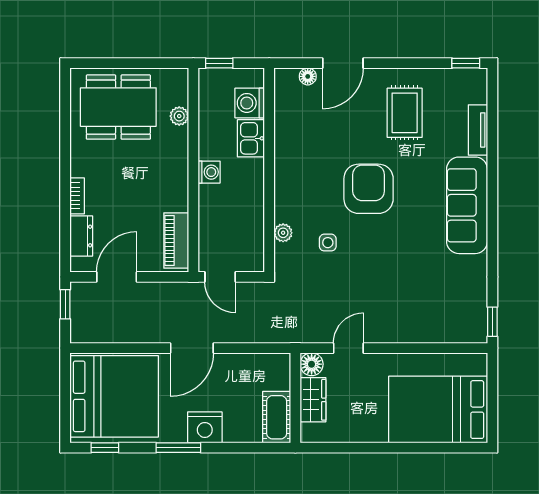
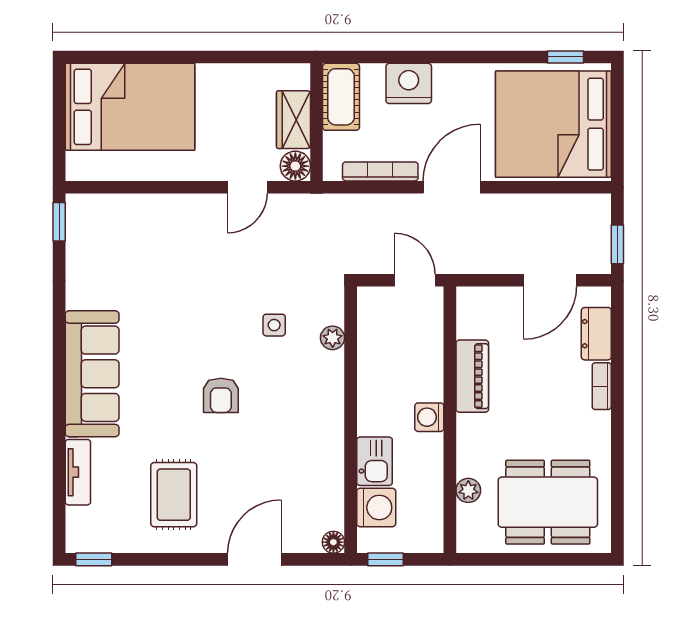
window: (219, 63) -> (386, 559), moved
floor lamp: (308, 76) -> (333, 542), moved
armchair: (369, 189) -> (221, 395), width x0.53, depth x0.53
piano: (176, 241) -> (472, 376), moved
bookcase: (247, 360) -> (380, 171), added
nightstand: (205, 427) -> (409, 83), moved
window: (178, 448) -> (469, 57), removed

